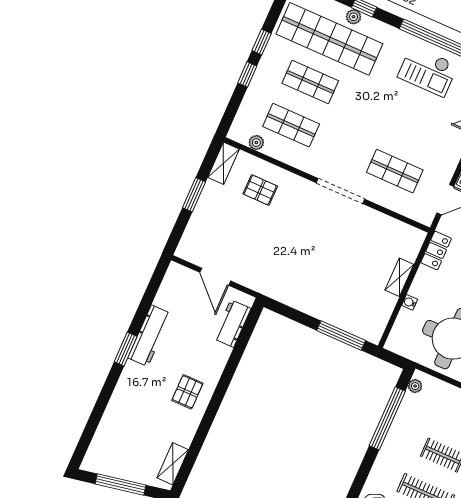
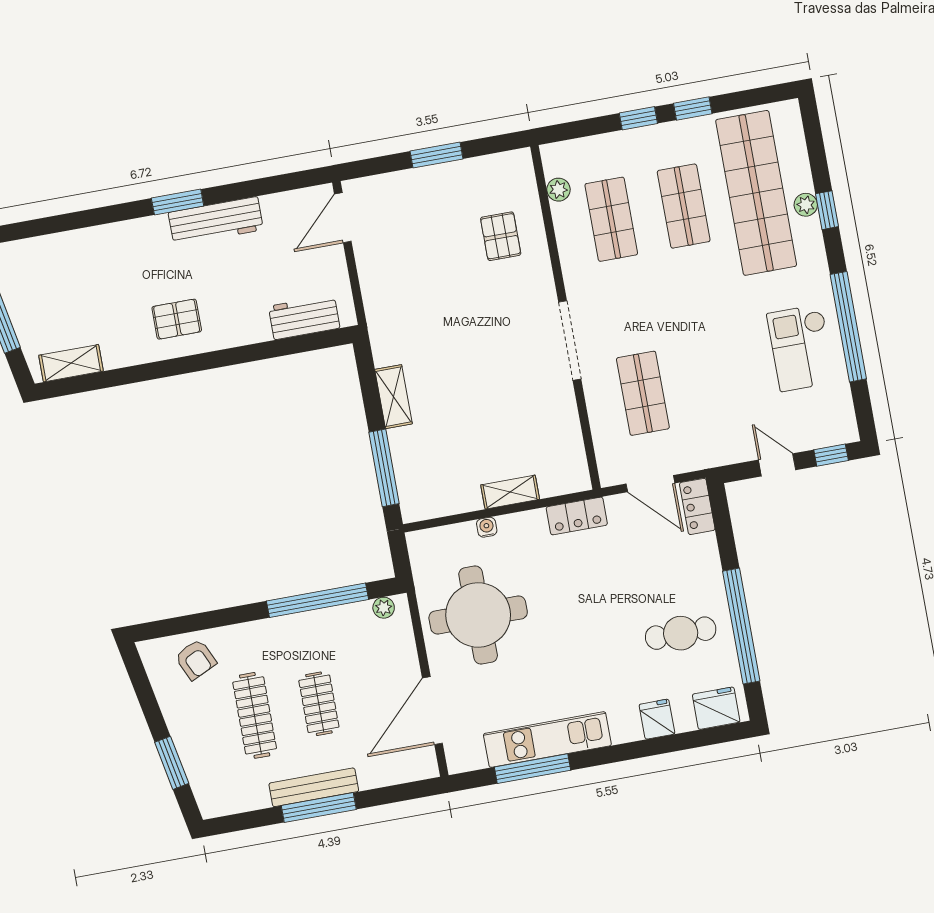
shelving: (223, 163) -> (394, 397), moved, turned 90
door: (215, 277) -> (343, 218), moved

